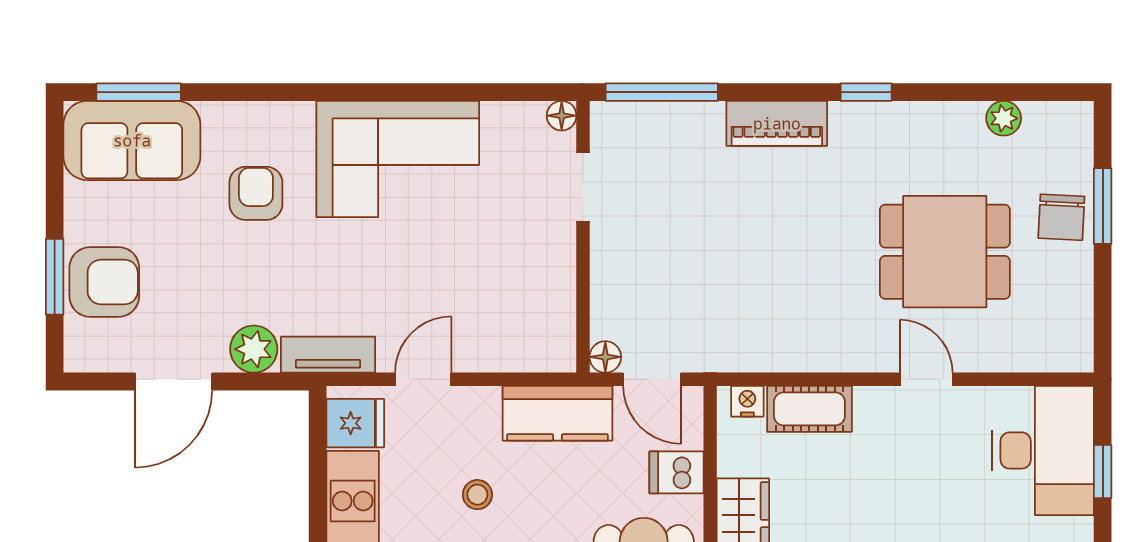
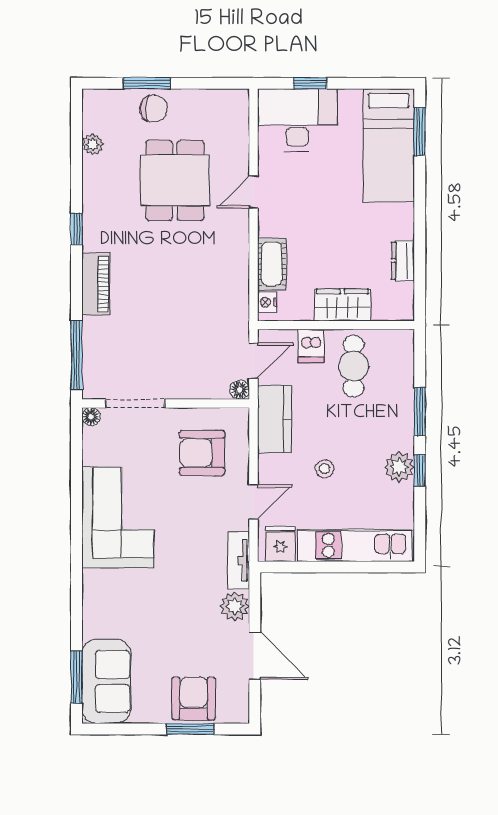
doorway: (583, 187) -> (135, 403), width x1.38
armchair: (256, 193) -> (202, 453), moved, width x1.38, depth x1.38
door: (423, 379) -> (253, 502), swing flipped

